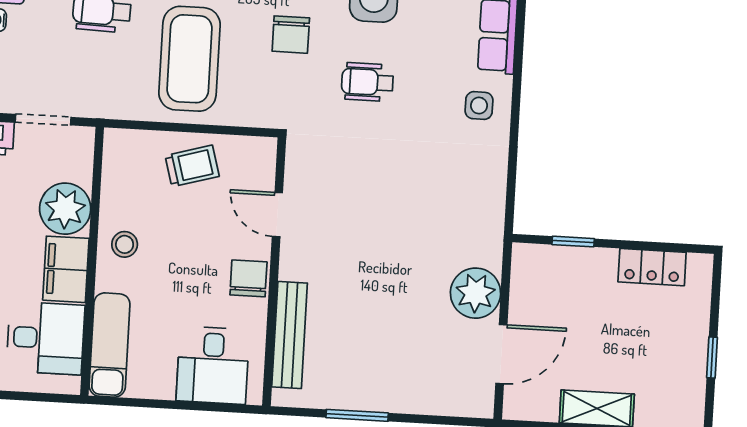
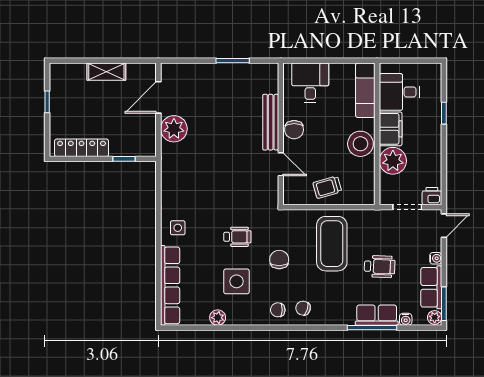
stool: (125, 244) -> (360, 144), width x1.89, depth x1.89
locker: (652, 267) -> (82, 148), width x1.53
bench: (290, 335) -> (271, 122), moved

